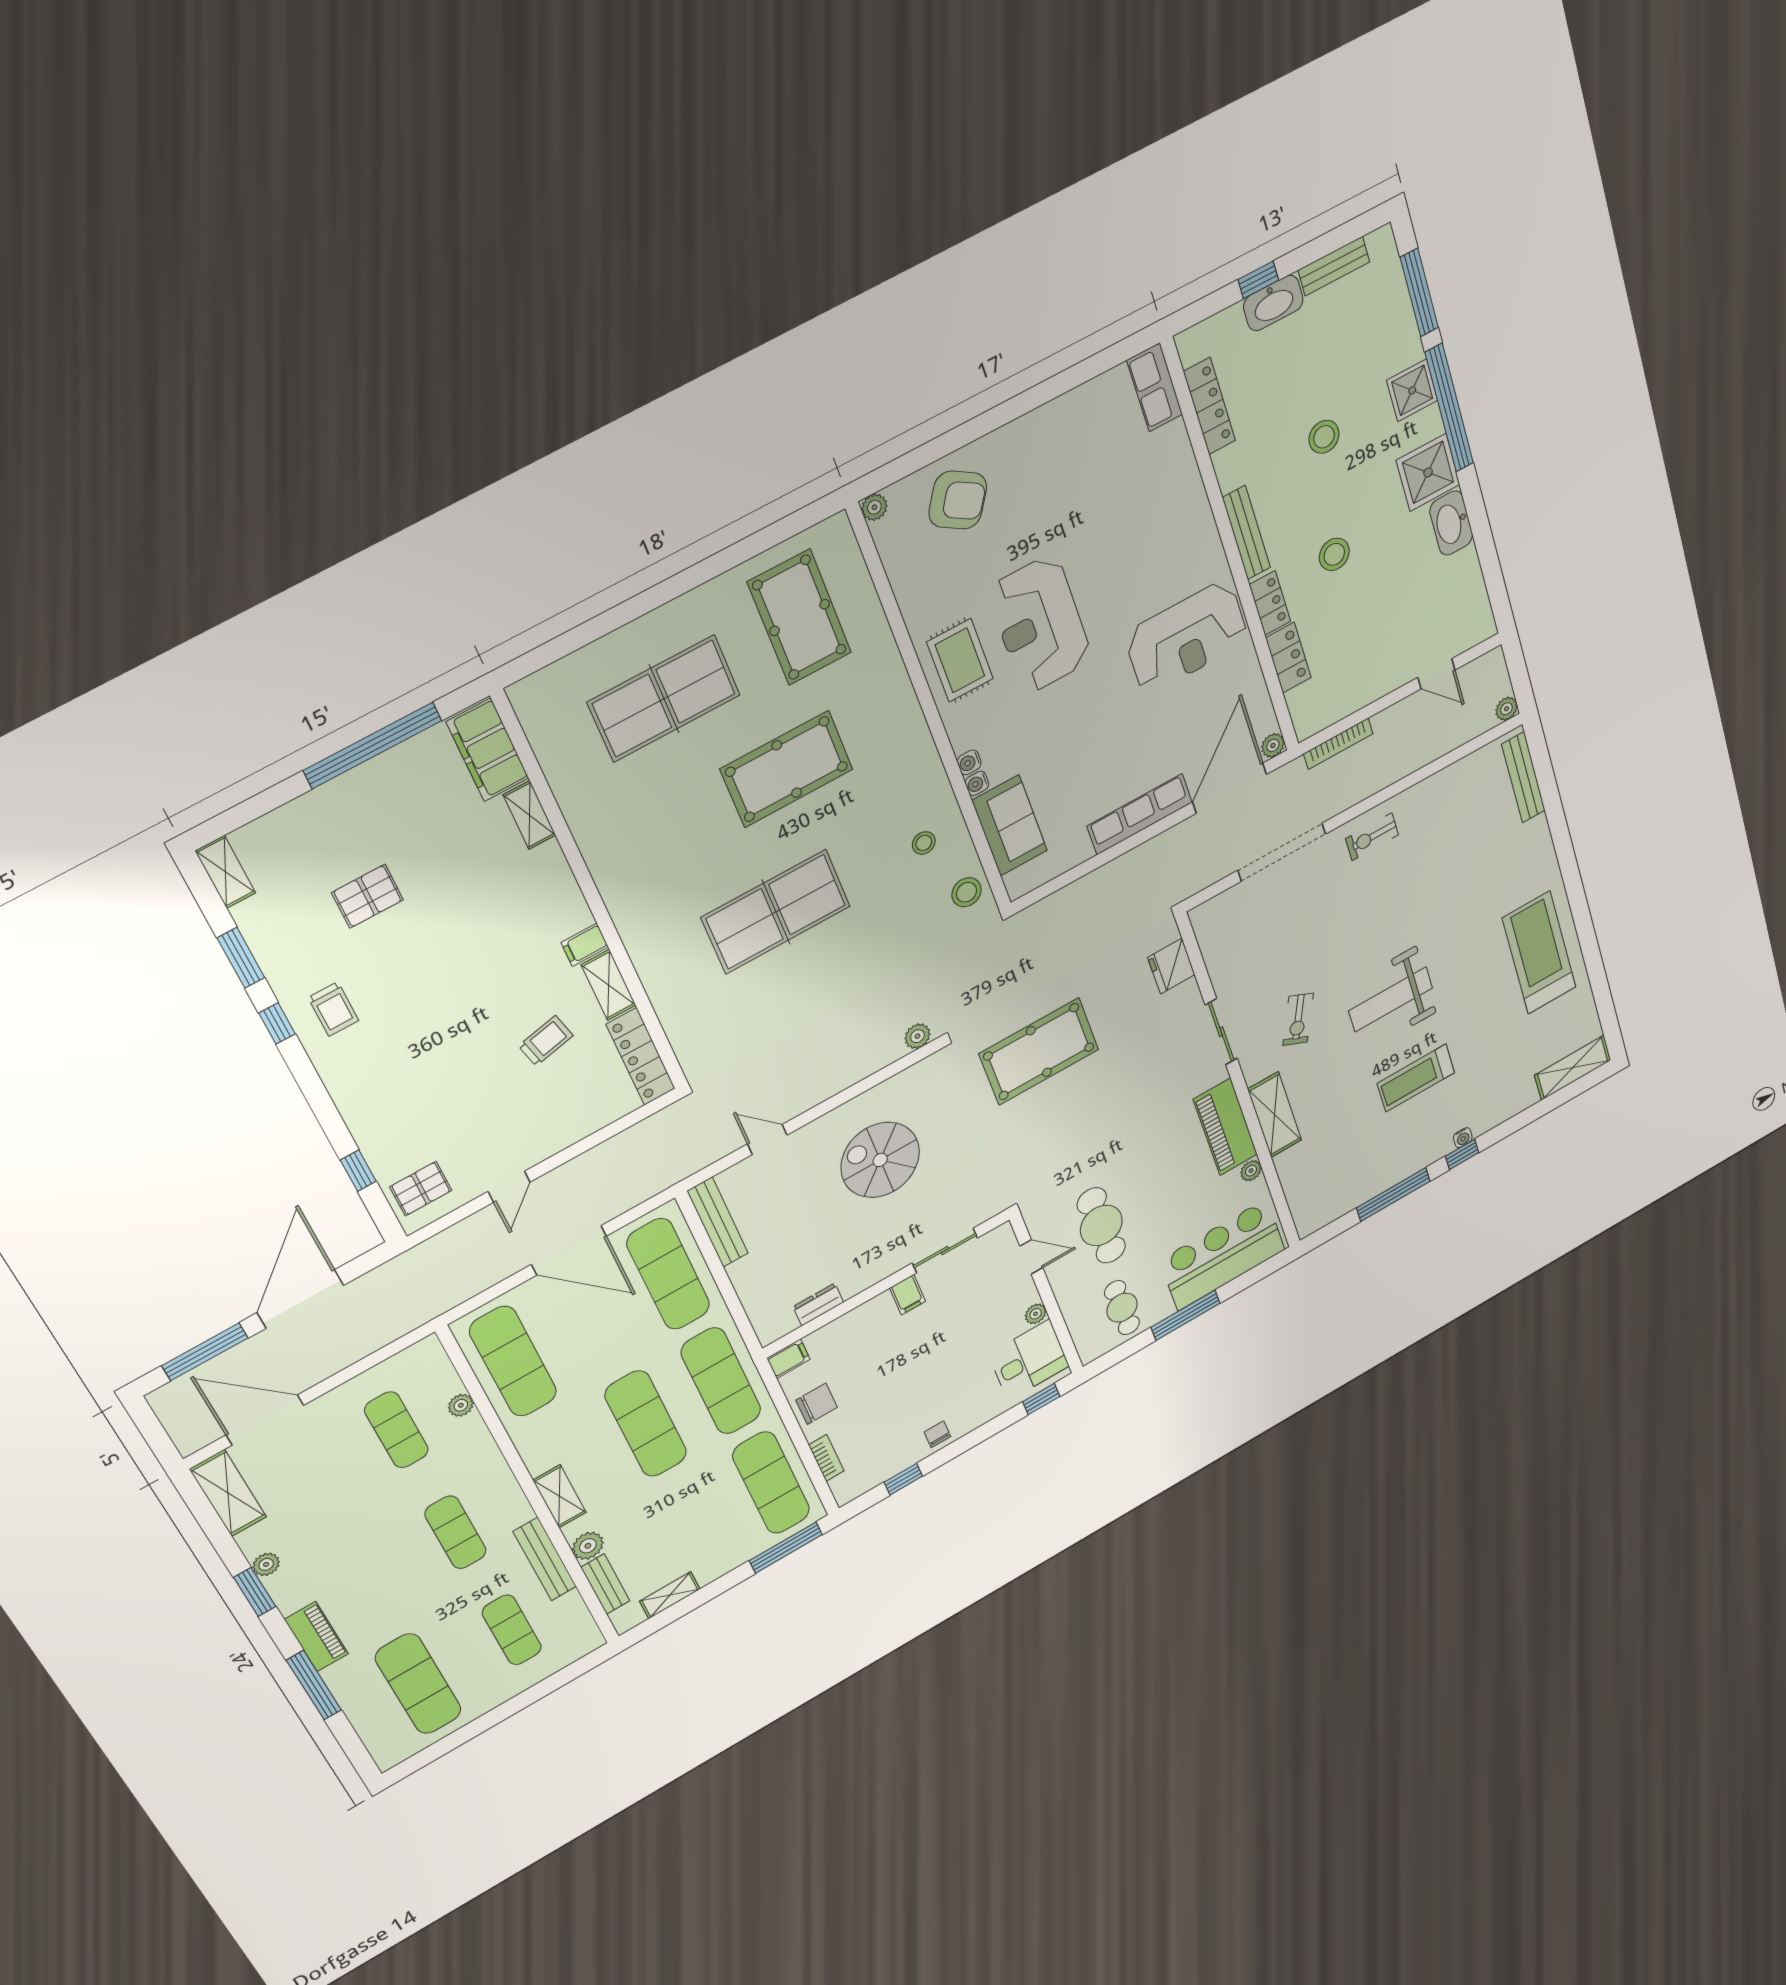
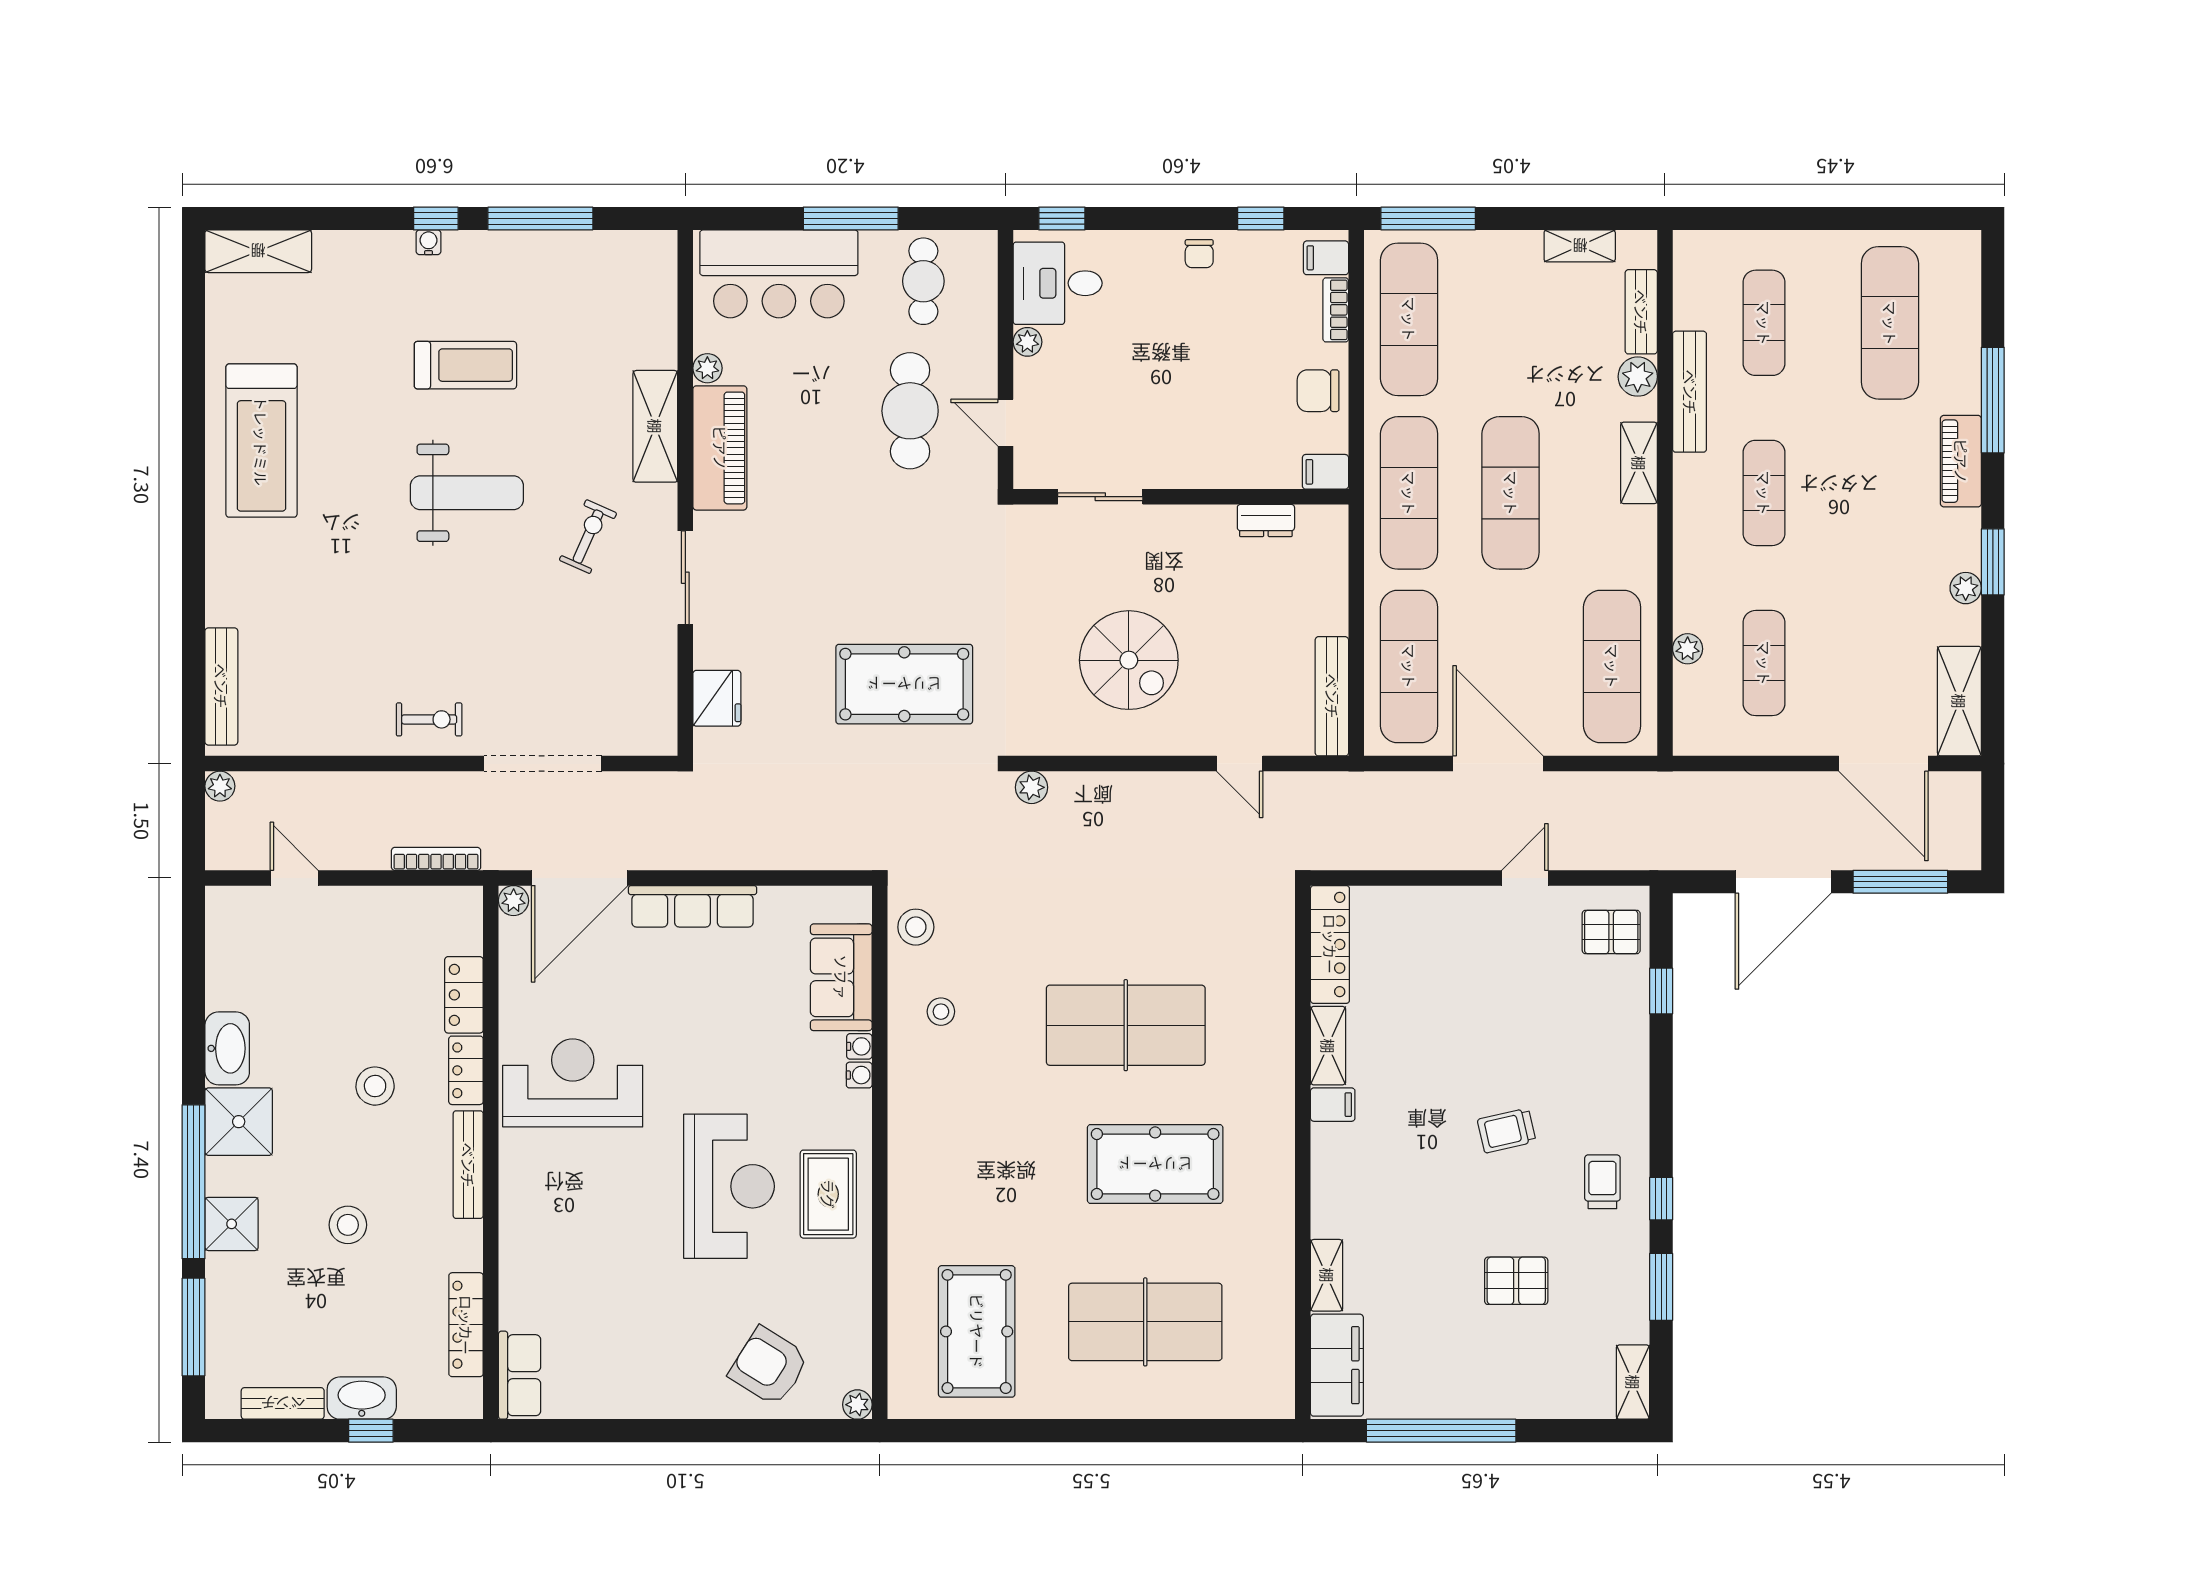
pool table: (787, 769) -> (1155, 1164), moved
trolley: (546, 1041) -> (1507, 1131), moved
filing cabinet: (908, 1295) -> (1326, 258), moved, turned -90

